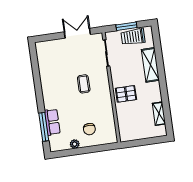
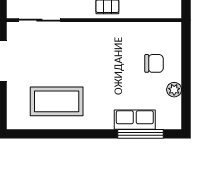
coffee table: (84, 84) -> (57, 101), moved, width x1.86, depth x1.72

